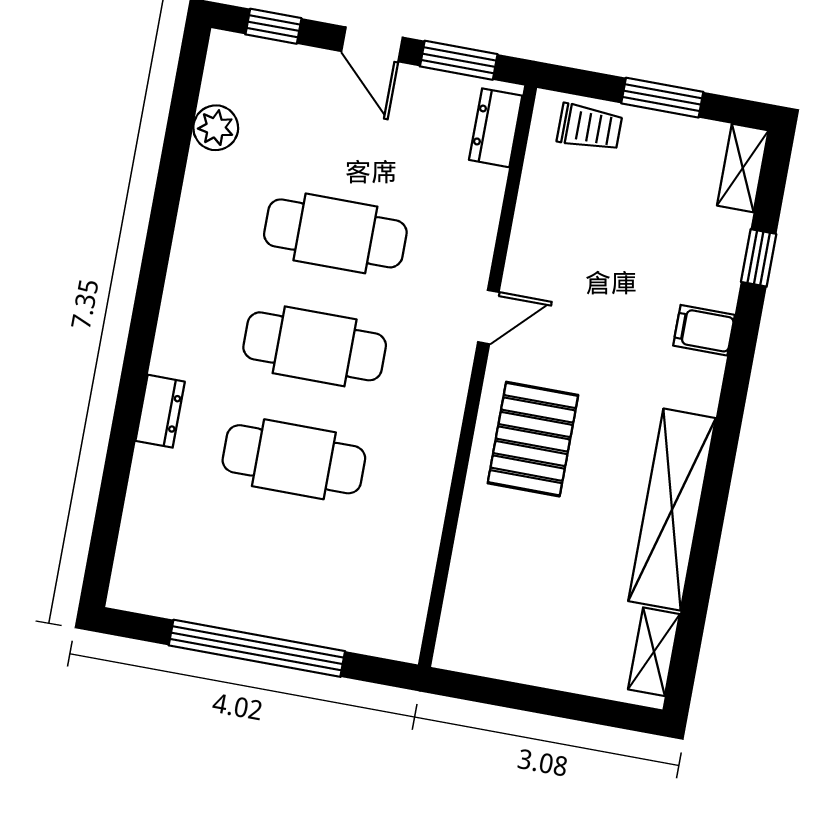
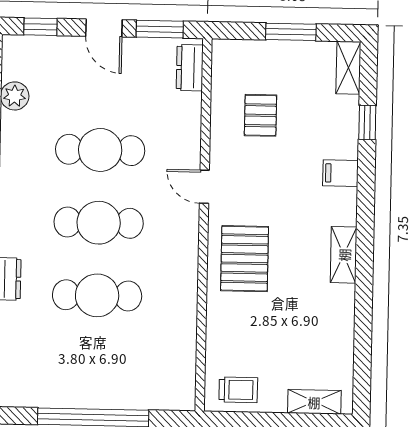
trolley: (590, 127) -> (238, 390), moved
pallet: (594, 220) -> (260, 115), added
door: (488, 317) -> (204, 187), swing flipped
shelving: (672, 510) -> (344, 255), width x0.45, depth x0.75
shelving: (654, 652) -> (314, 402), moved, turned 90

